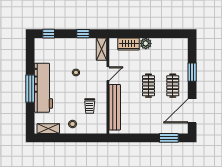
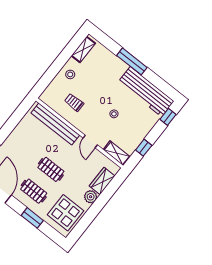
display table: (170, 52) -> (65, 213), added
workbench: (43, 88) -> (146, 92), moved

